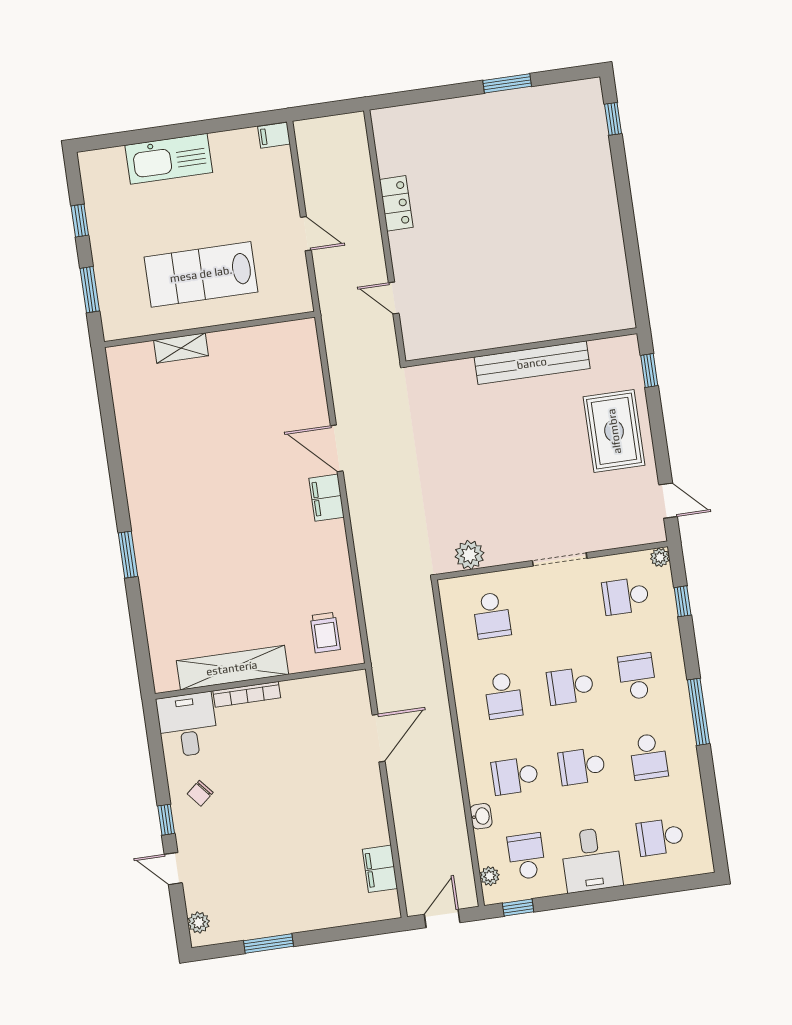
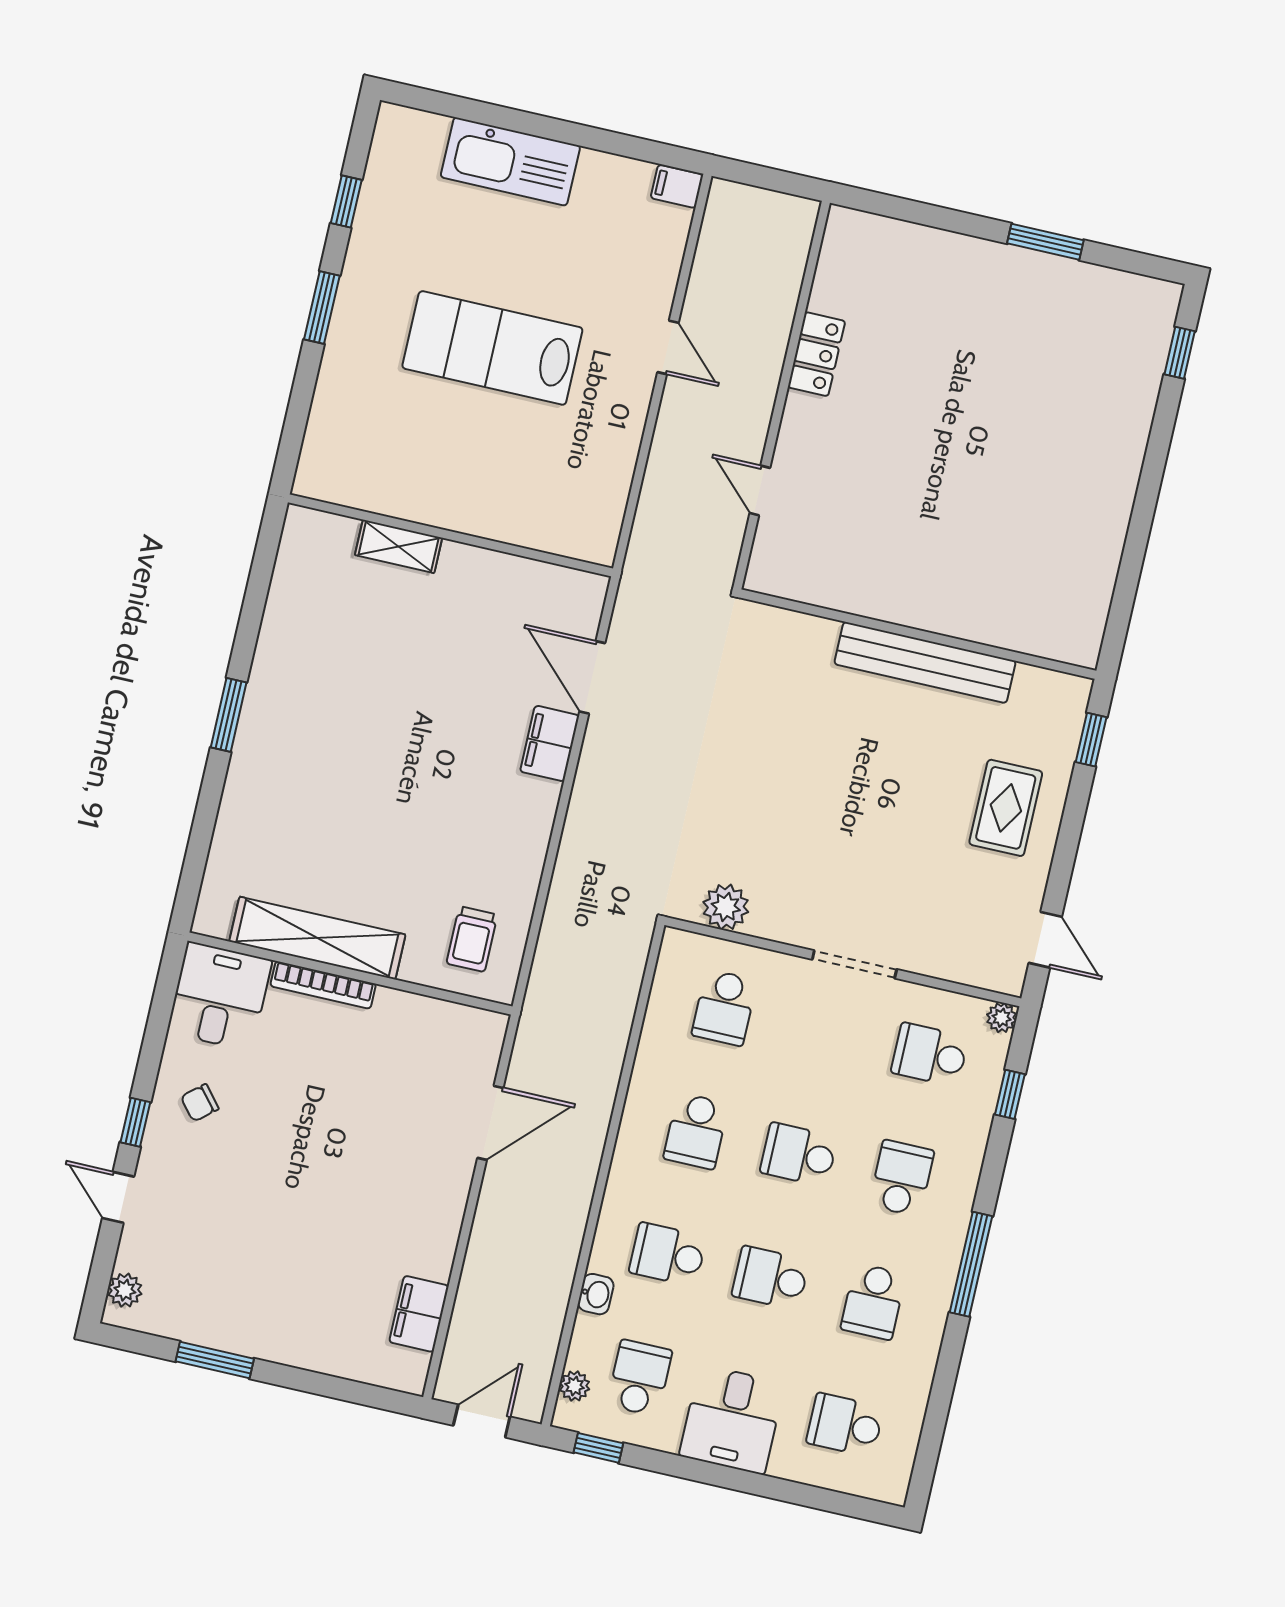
wall: (210, 329) -> (450, 535), moved
shelving: (181, 348) -> (399, 546), moved
rug: (614, 431) -> (1006, 808), width x0.73, depth x0.70

